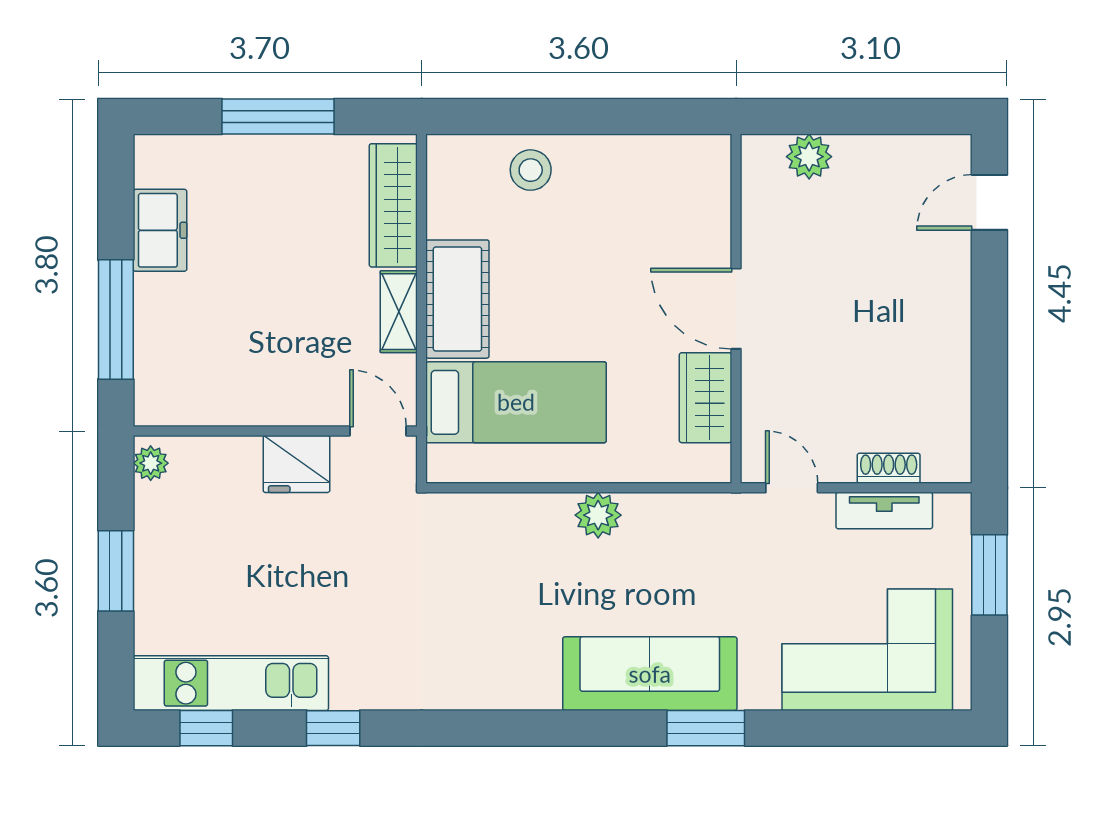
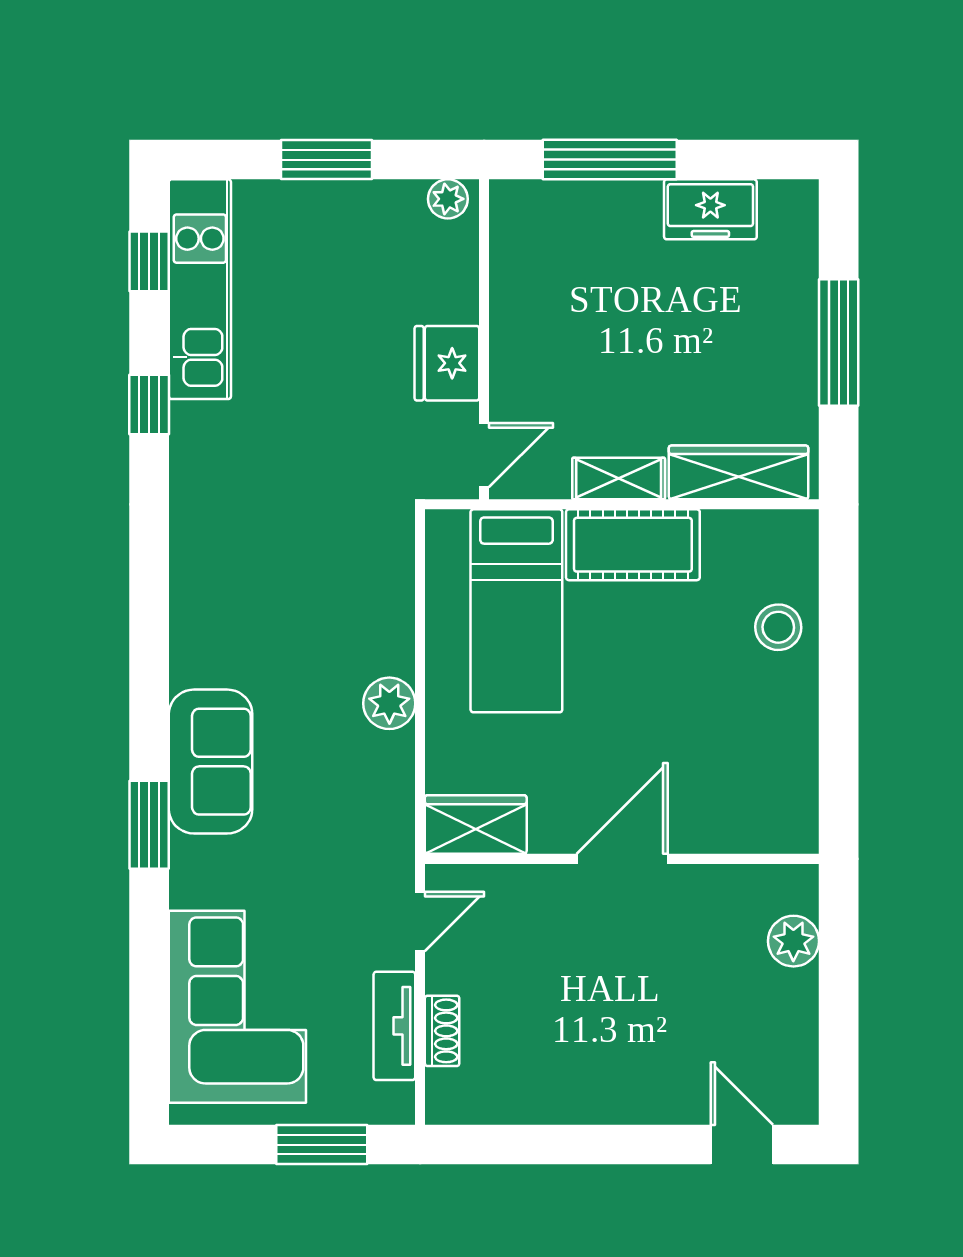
wardrobe: (706, 398) -> (476, 824), moved
sofa: (650, 674) -> (211, 762), width x0.73

